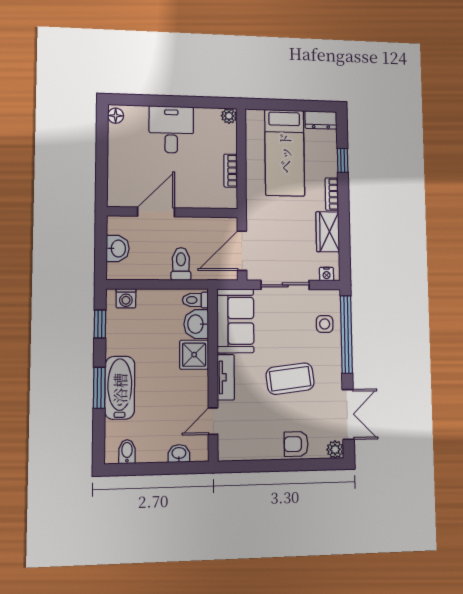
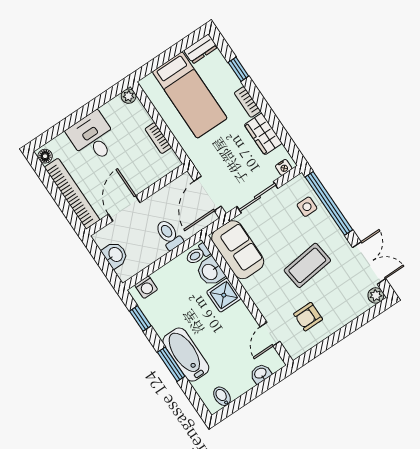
bookcase: (117, 166) -> (72, 194), added
tv unit: (226, 377) -> (258, 296), removed
armchair: (296, 444) -> (308, 317), moved

